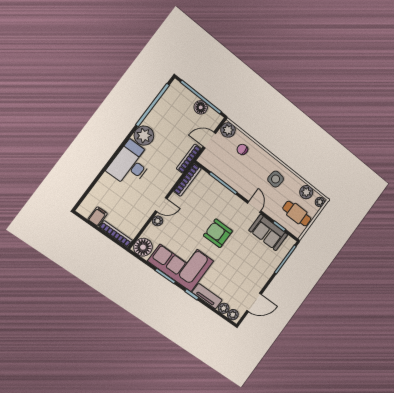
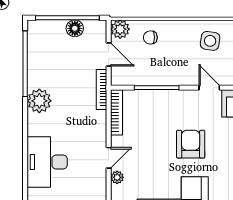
door: (209, 140) -> (109, 54), swing flipped
desk: (130, 164) -> (47, 162), moved
armchair: (218, 233) -> (191, 144), turned 90

